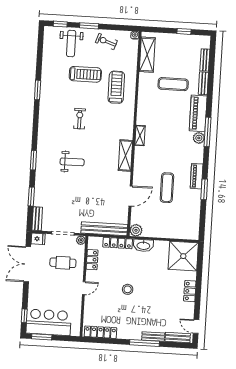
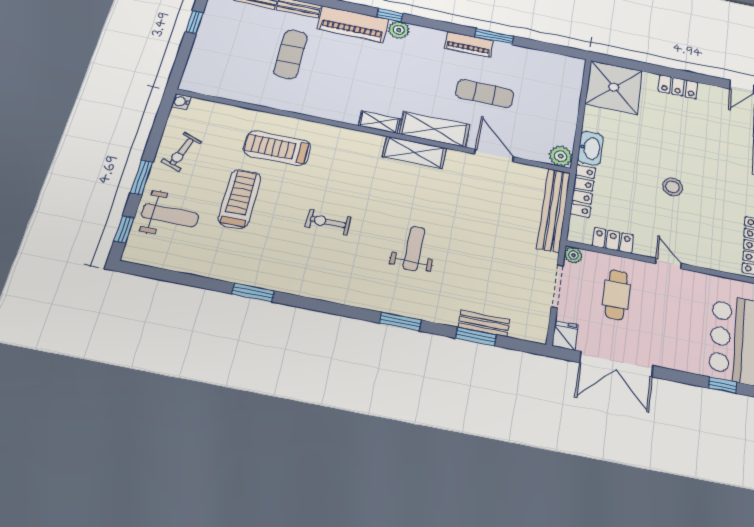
shelving: (147, 55) -> (435, 129), moved
window: (208, 132) -> (390, 15), width x0.46
bench: (37, 219) -> (484, 323), moved

